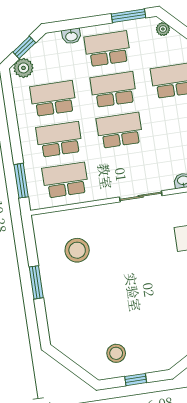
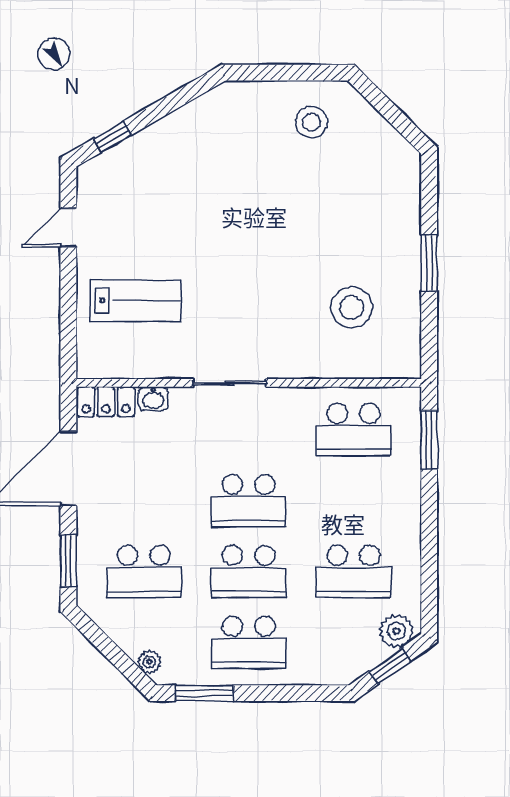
washbasin: (71, 36) -> (307, 673), removed
school desk: (59, 139) -> (354, 501), removed
window: (136, 380) -> (285, 73), removed

